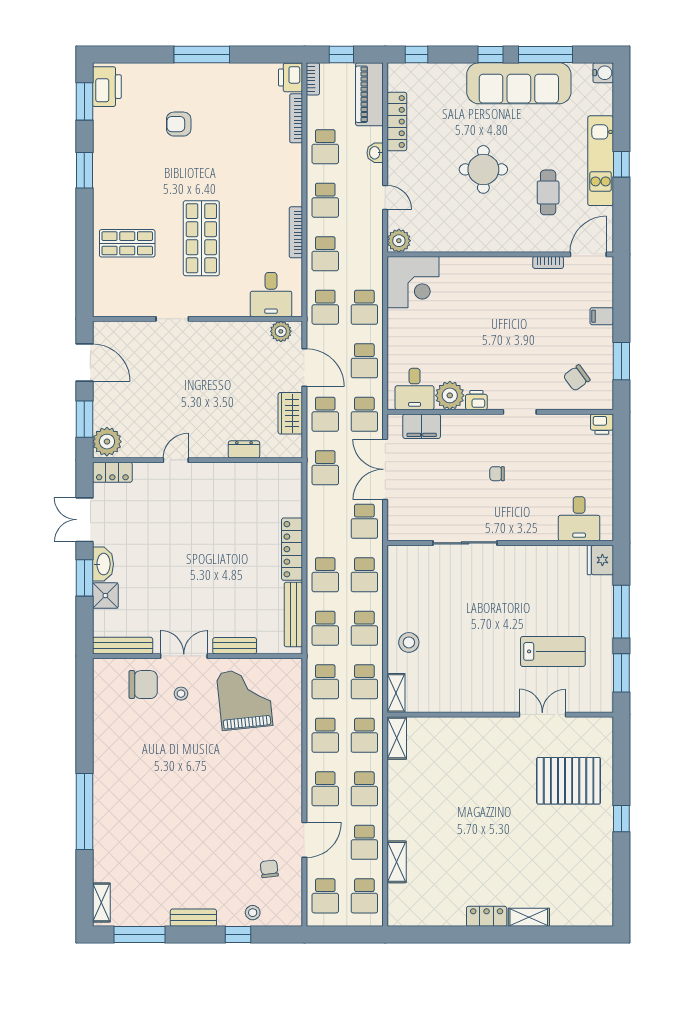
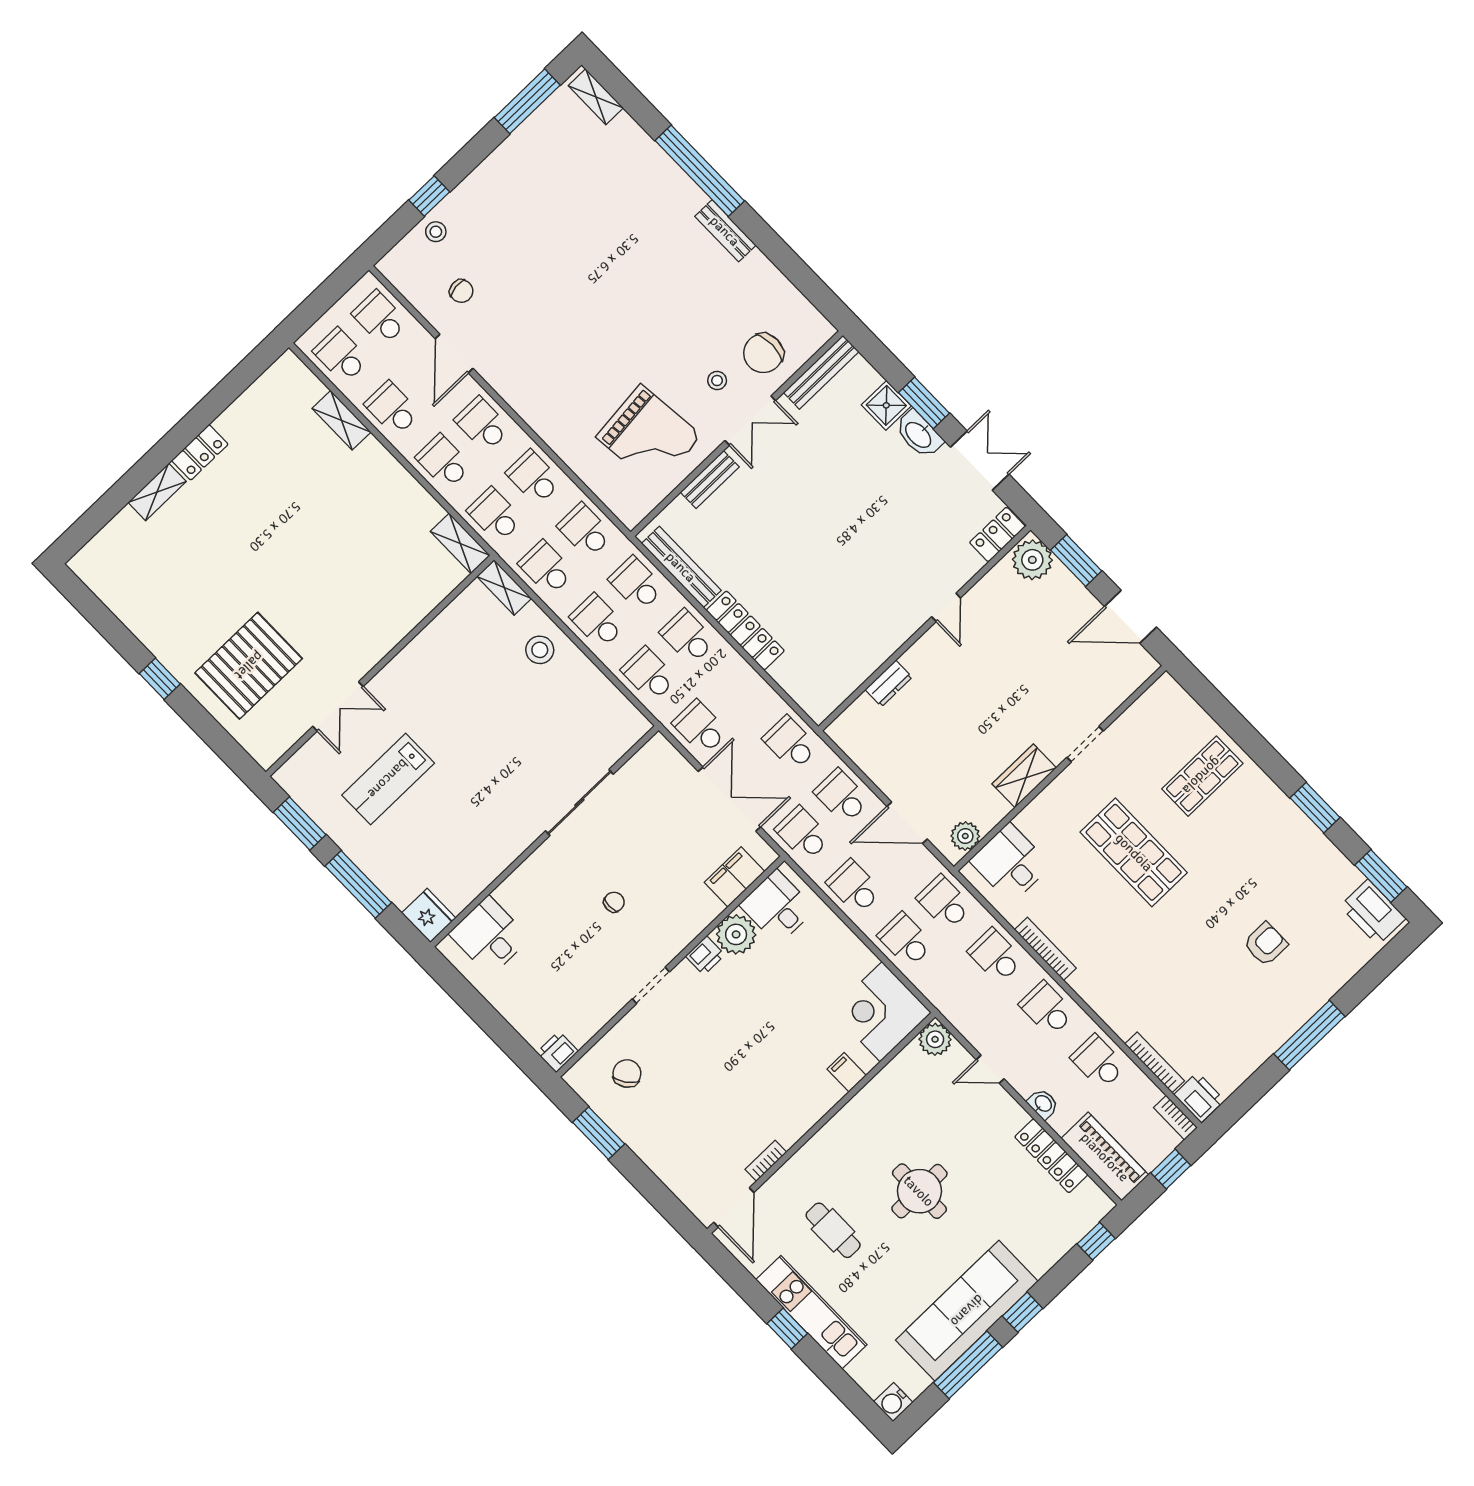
filing cabinet: (602, 316) -> (847, 1072), moved, turned -90
wardrobe: (290, 413) -> (1024, 776), moved, turned -90
bench: (193, 918) -> (725, 231), moved, turned 90

